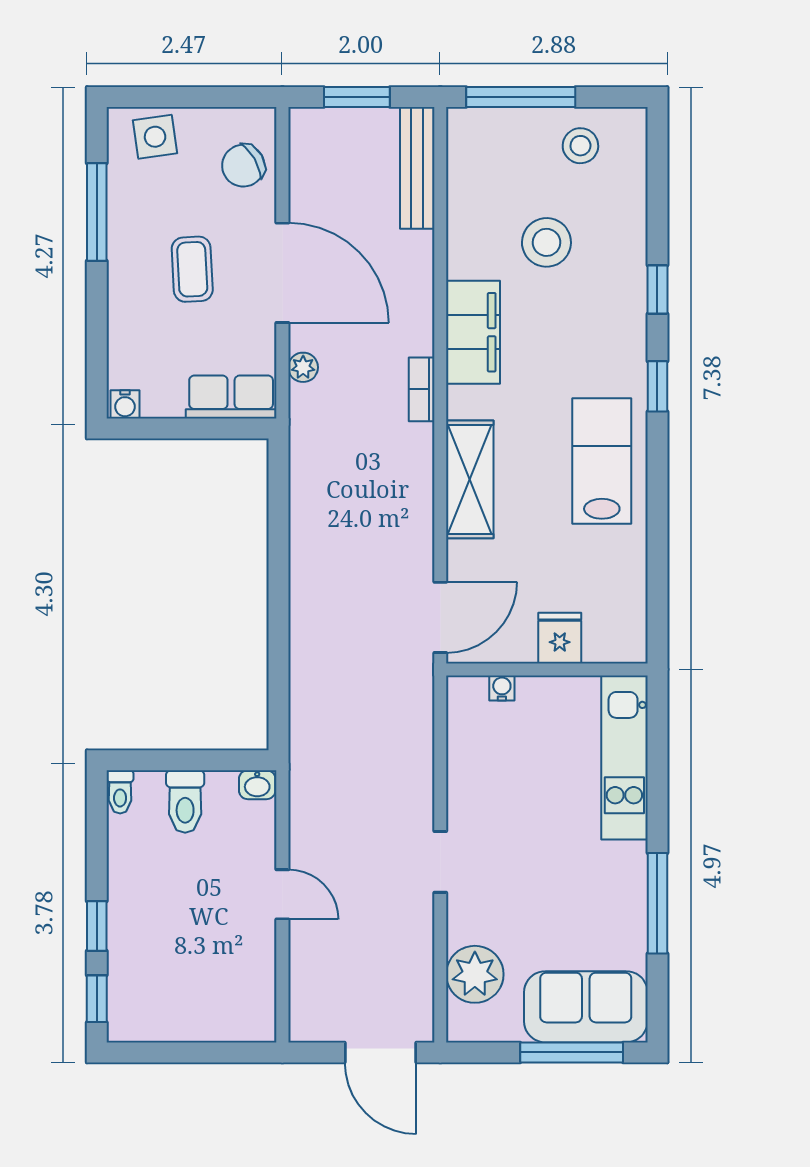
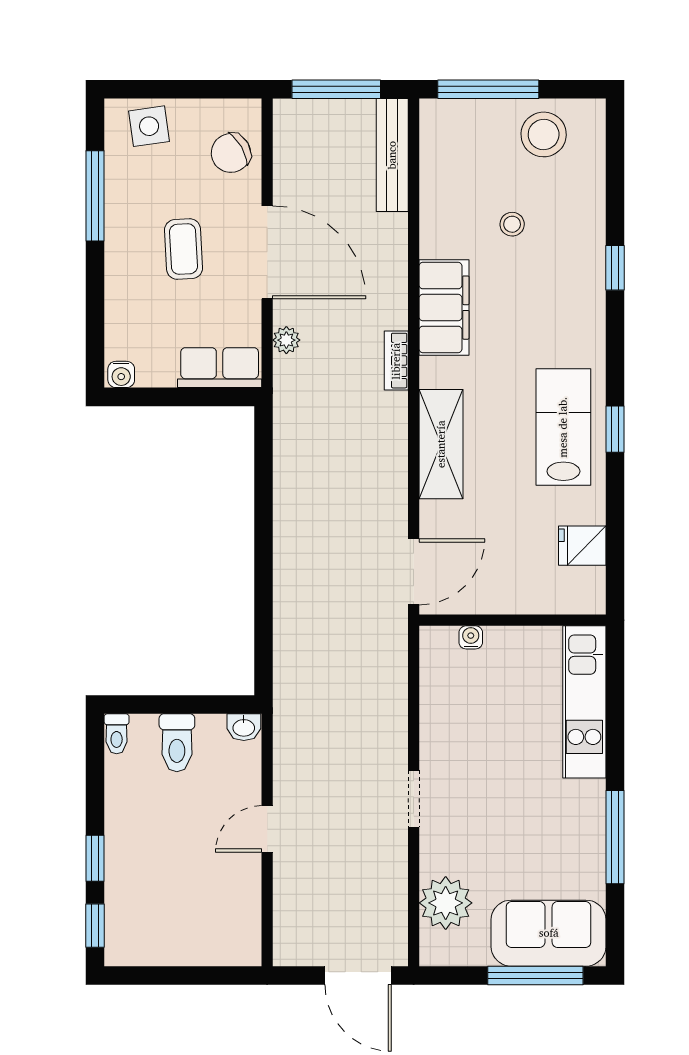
window: (357, 97) -> (336, 89), width x1.44
stool: (580, 146) -> (544, 134), width x1.38, depth x1.38
stool: (546, 242) -> (512, 224), width x0.53, depth x0.53
window: (657, 386) -> (615, 429), moved
fridge: (560, 638) -> (582, 546), moved, turned -90
door: (282, 894) -> (267, 829), swing flipped

